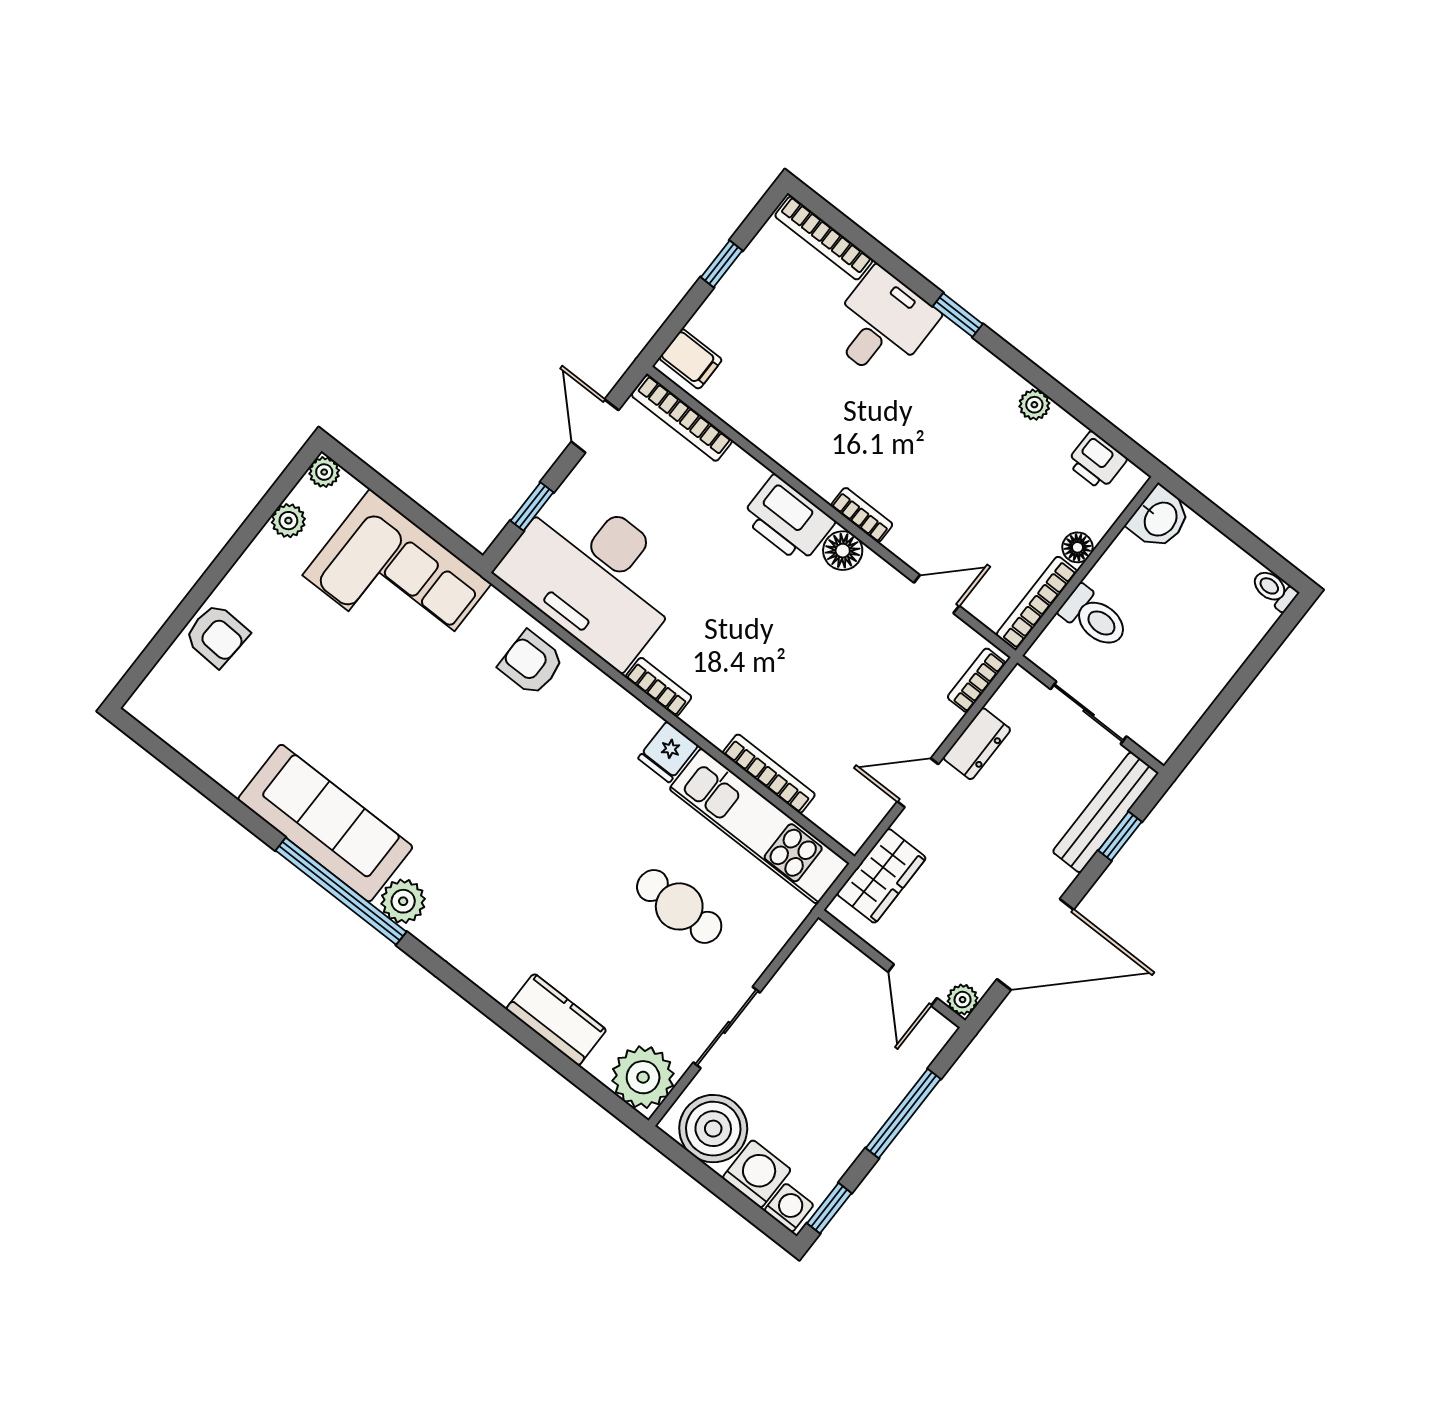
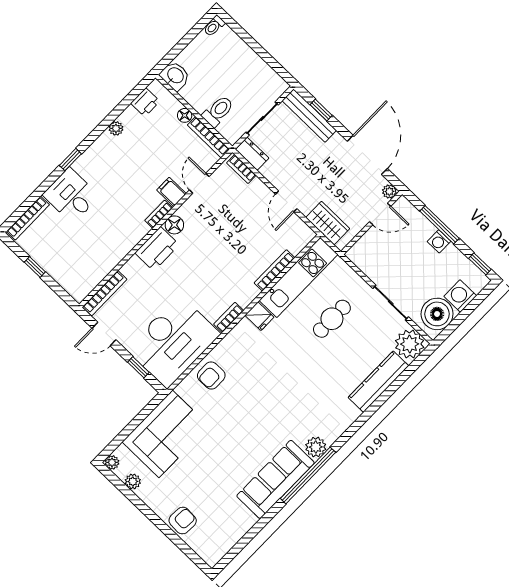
filing cabinet: (690, 359) -> (172, 192), moved, turned -90
dresser: (977, 744) -> (252, 154), moved
kitchen counter: (556, 1020) -> (378, 382), width x1.50
washing machine: (789, 1208) -> (439, 241), moved, turned -90

